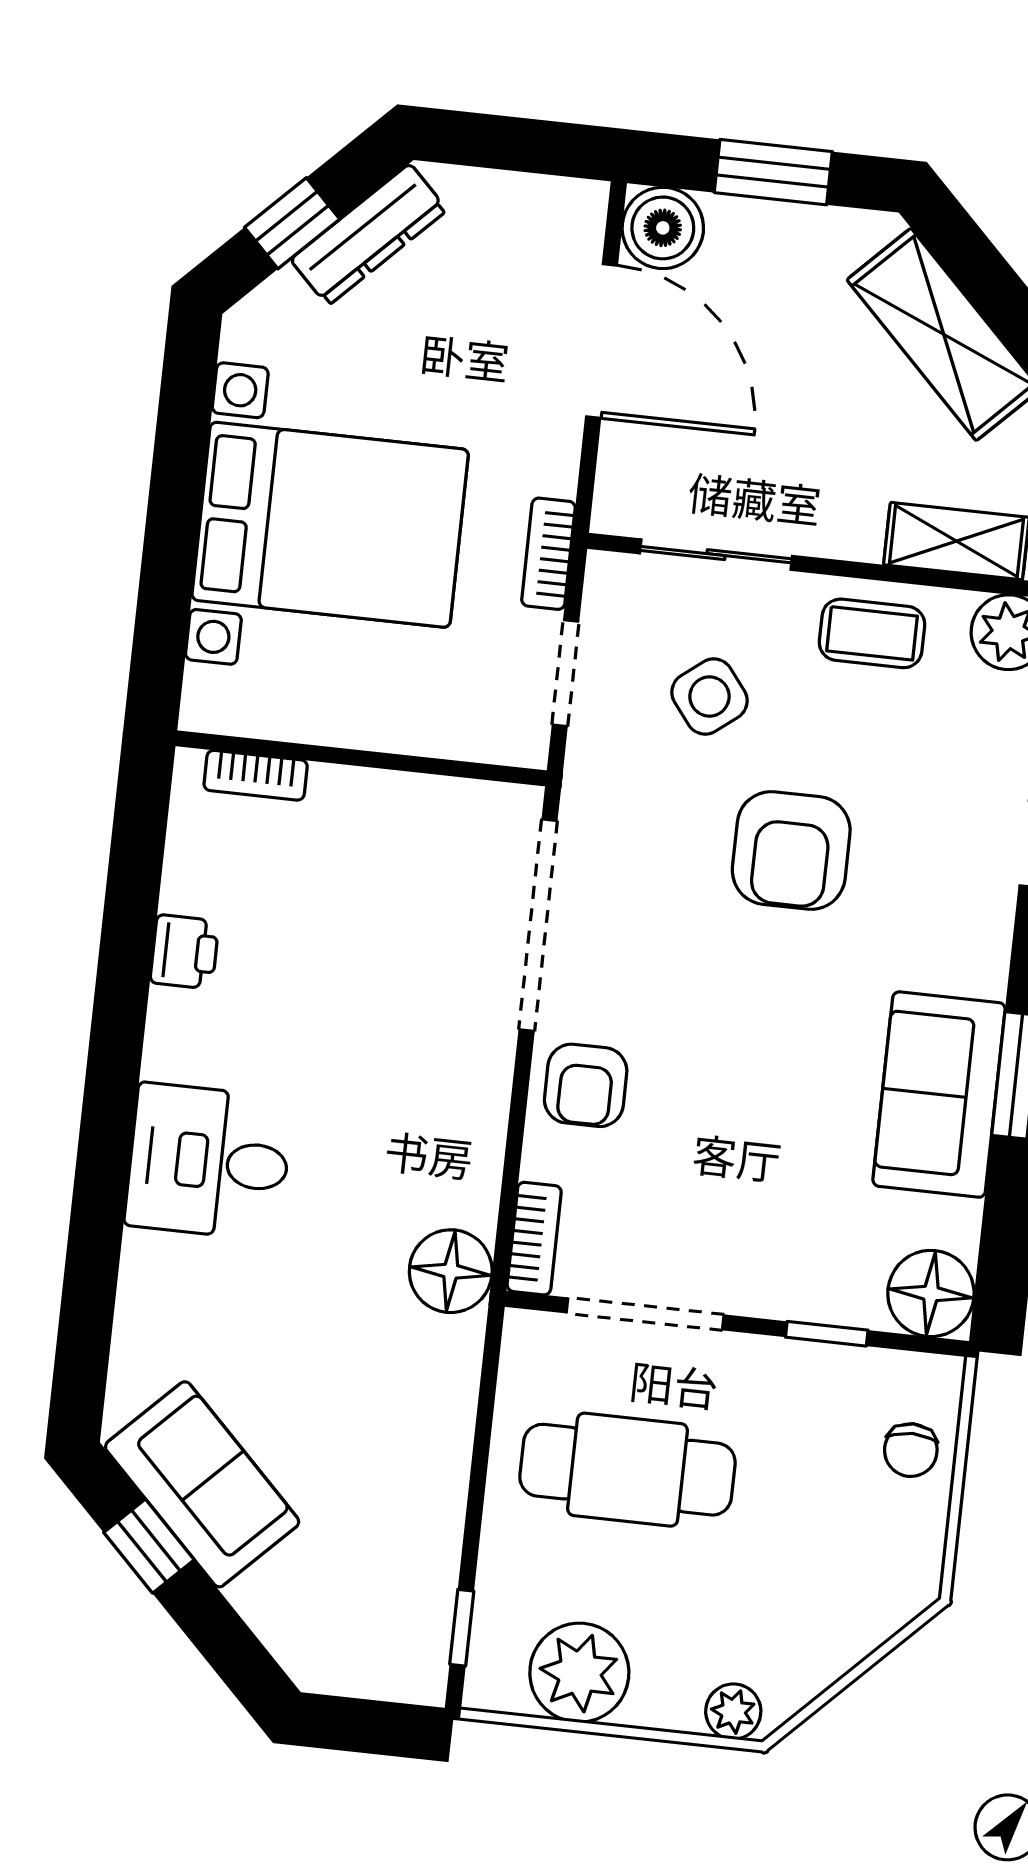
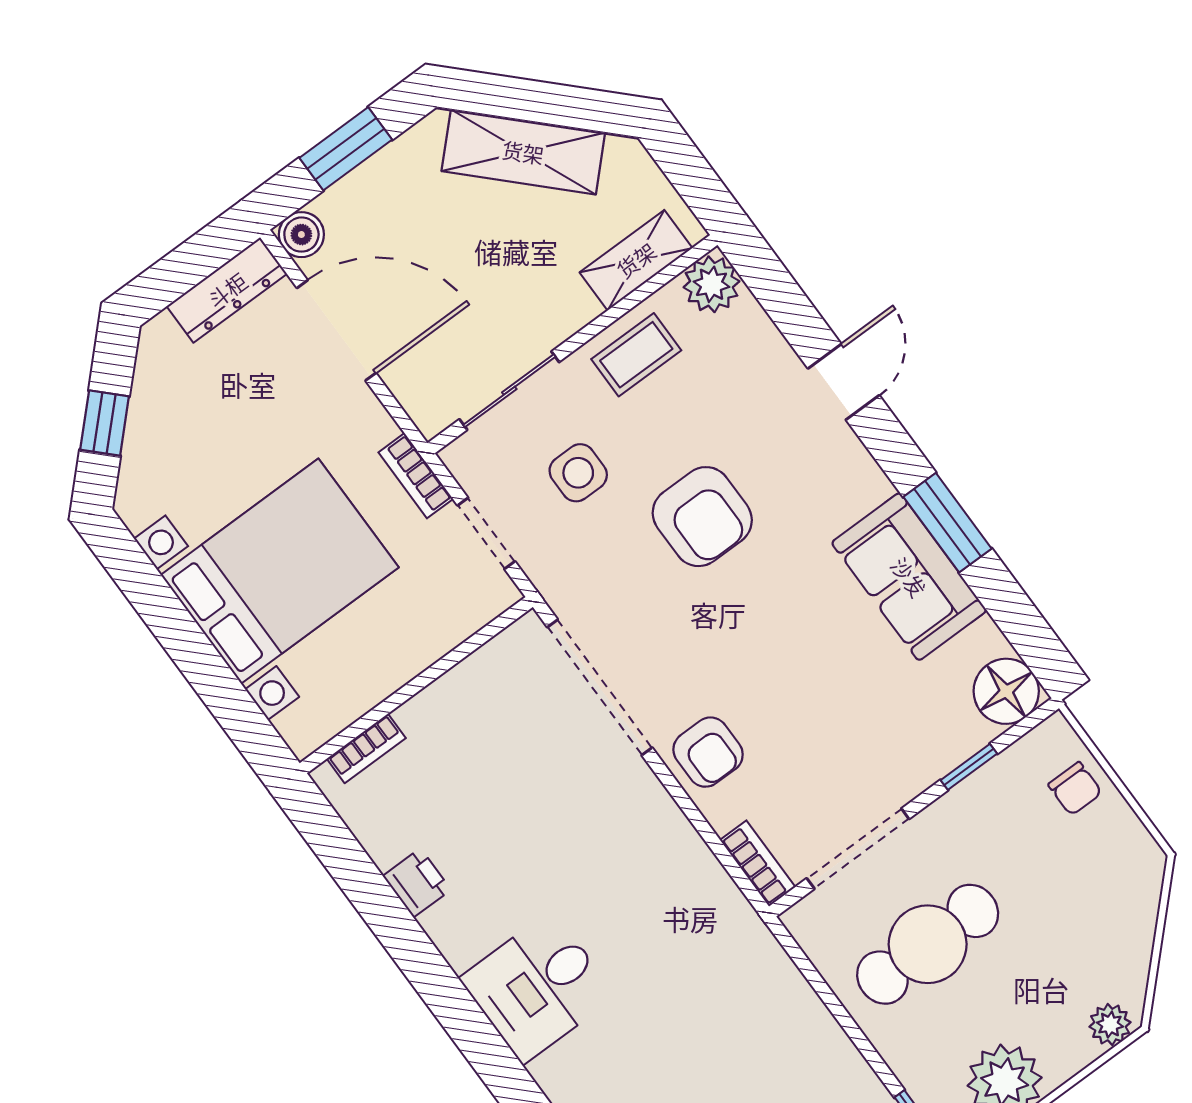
boiler: (663, 228) -> (301, 235), width x0.73, depth x0.73
dresser: (369, 235) -> (227, 290), moved, turned 45
side table: (709, 697) -> (578, 473), turned 38
floor lamp: (451, 1271) -> (728, 924), removed

